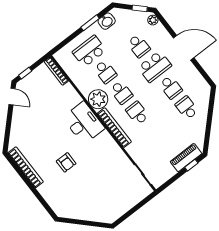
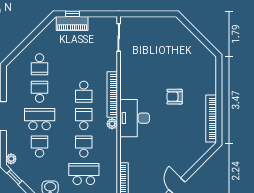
school desk: (89, 51) -> (84, 174), turned 180
plant: (98, 99) -> (112, 124), width x0.53, depth x0.53
armchair: (66, 162) -> (175, 97), turned -90

